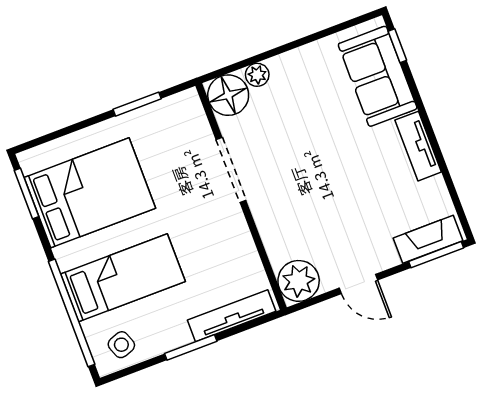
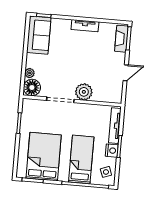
sofa: (378, 76) -> (39, 35), moved, turned -90
plant: (299, 281) -> (84, 92), moved
nightstand: (174, 335) -> (112, 151), added

